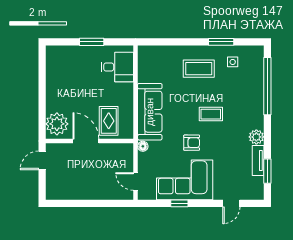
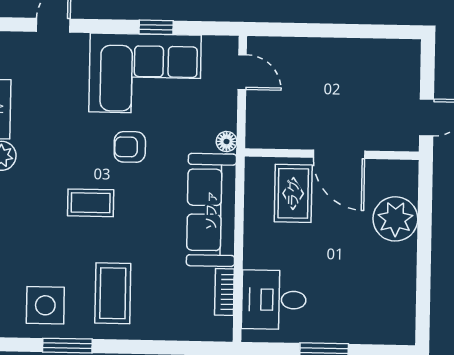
side table: (233, 62) -> (45, 305), width x1.87, depth x1.87
coffee table: (199, 69) -> (113, 293), turned 90
bookcase: (142, 70) -> (224, 292), added
plant: (57, 124) -> (395, 219), moved

